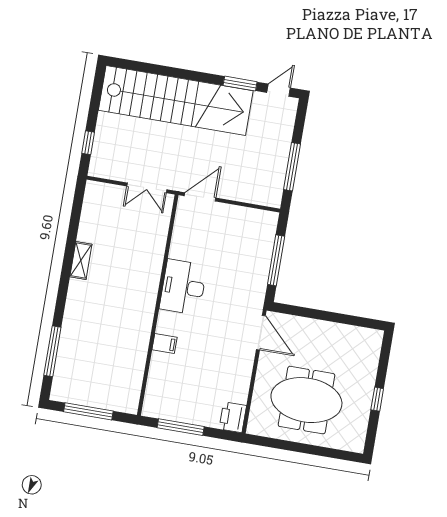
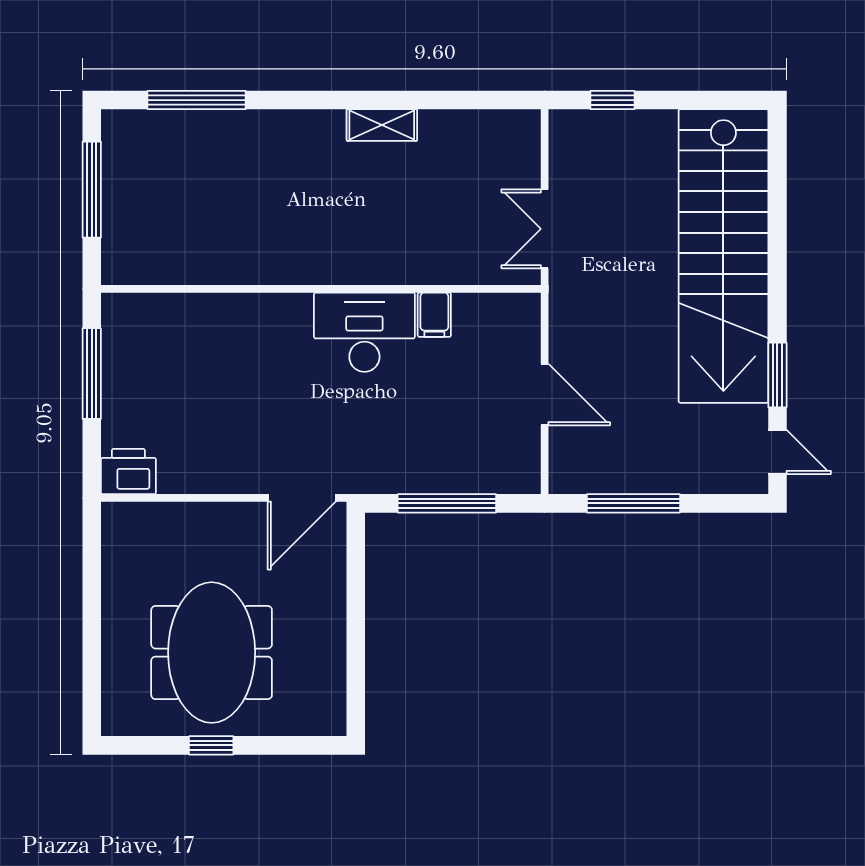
door: (200, 197) -> (545, 394), moved
filing cabinet: (165, 344) -> (434, 315), moved
meeting table: (306, 400) -> (212, 653), moved

